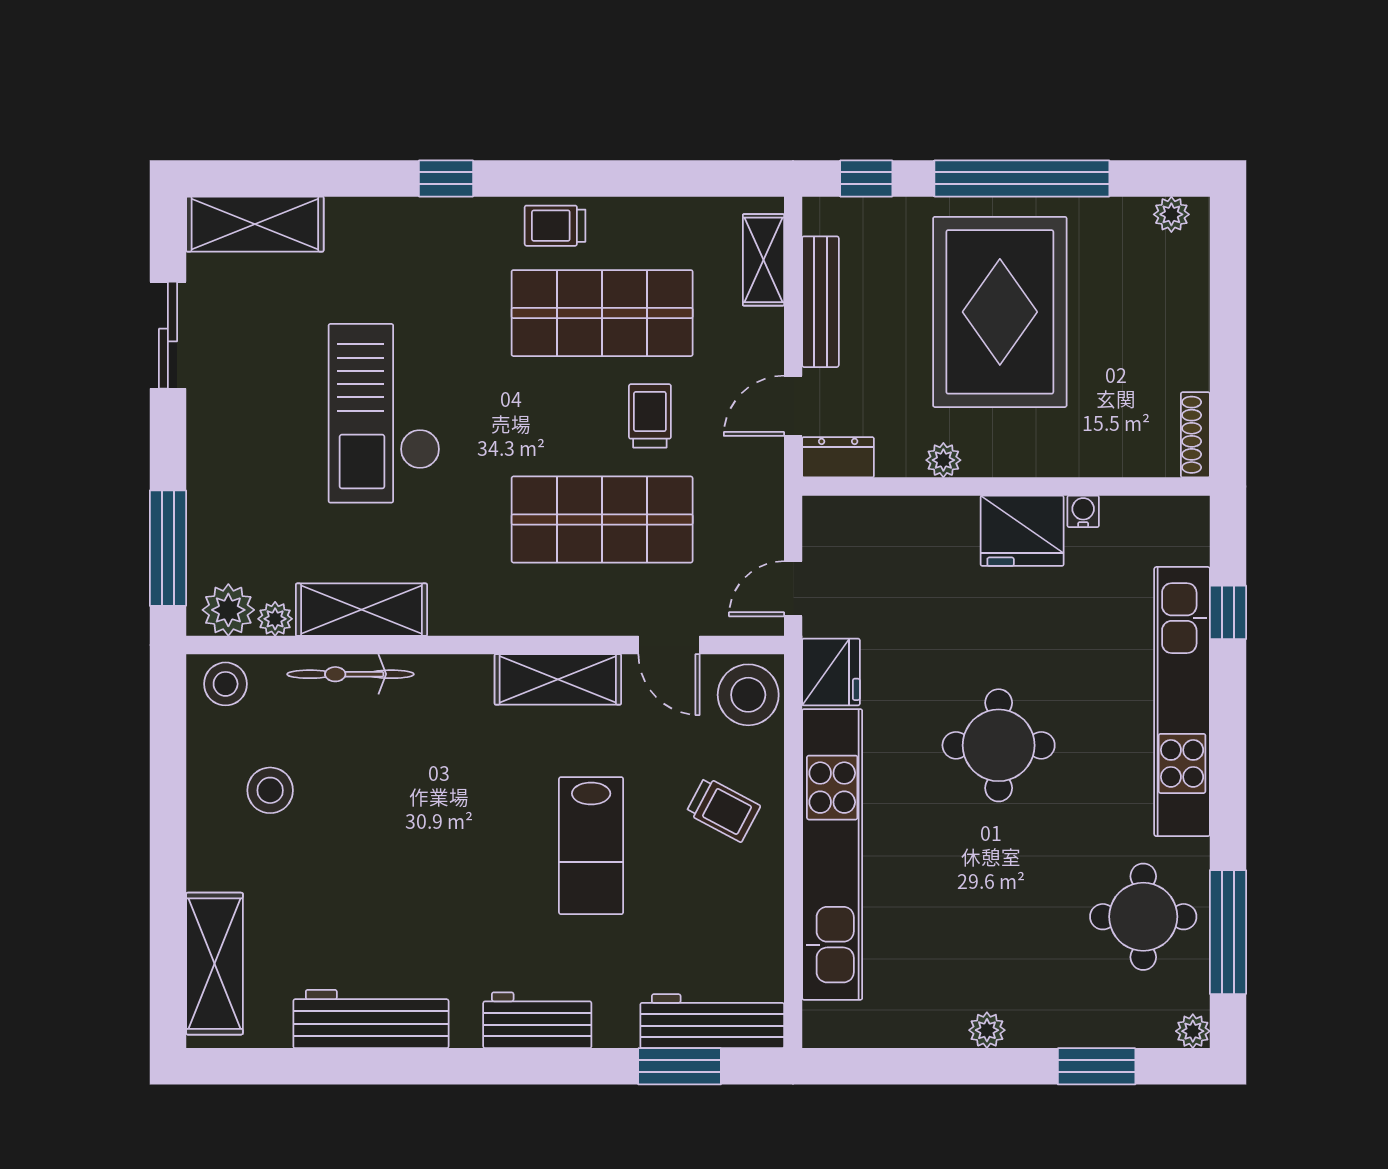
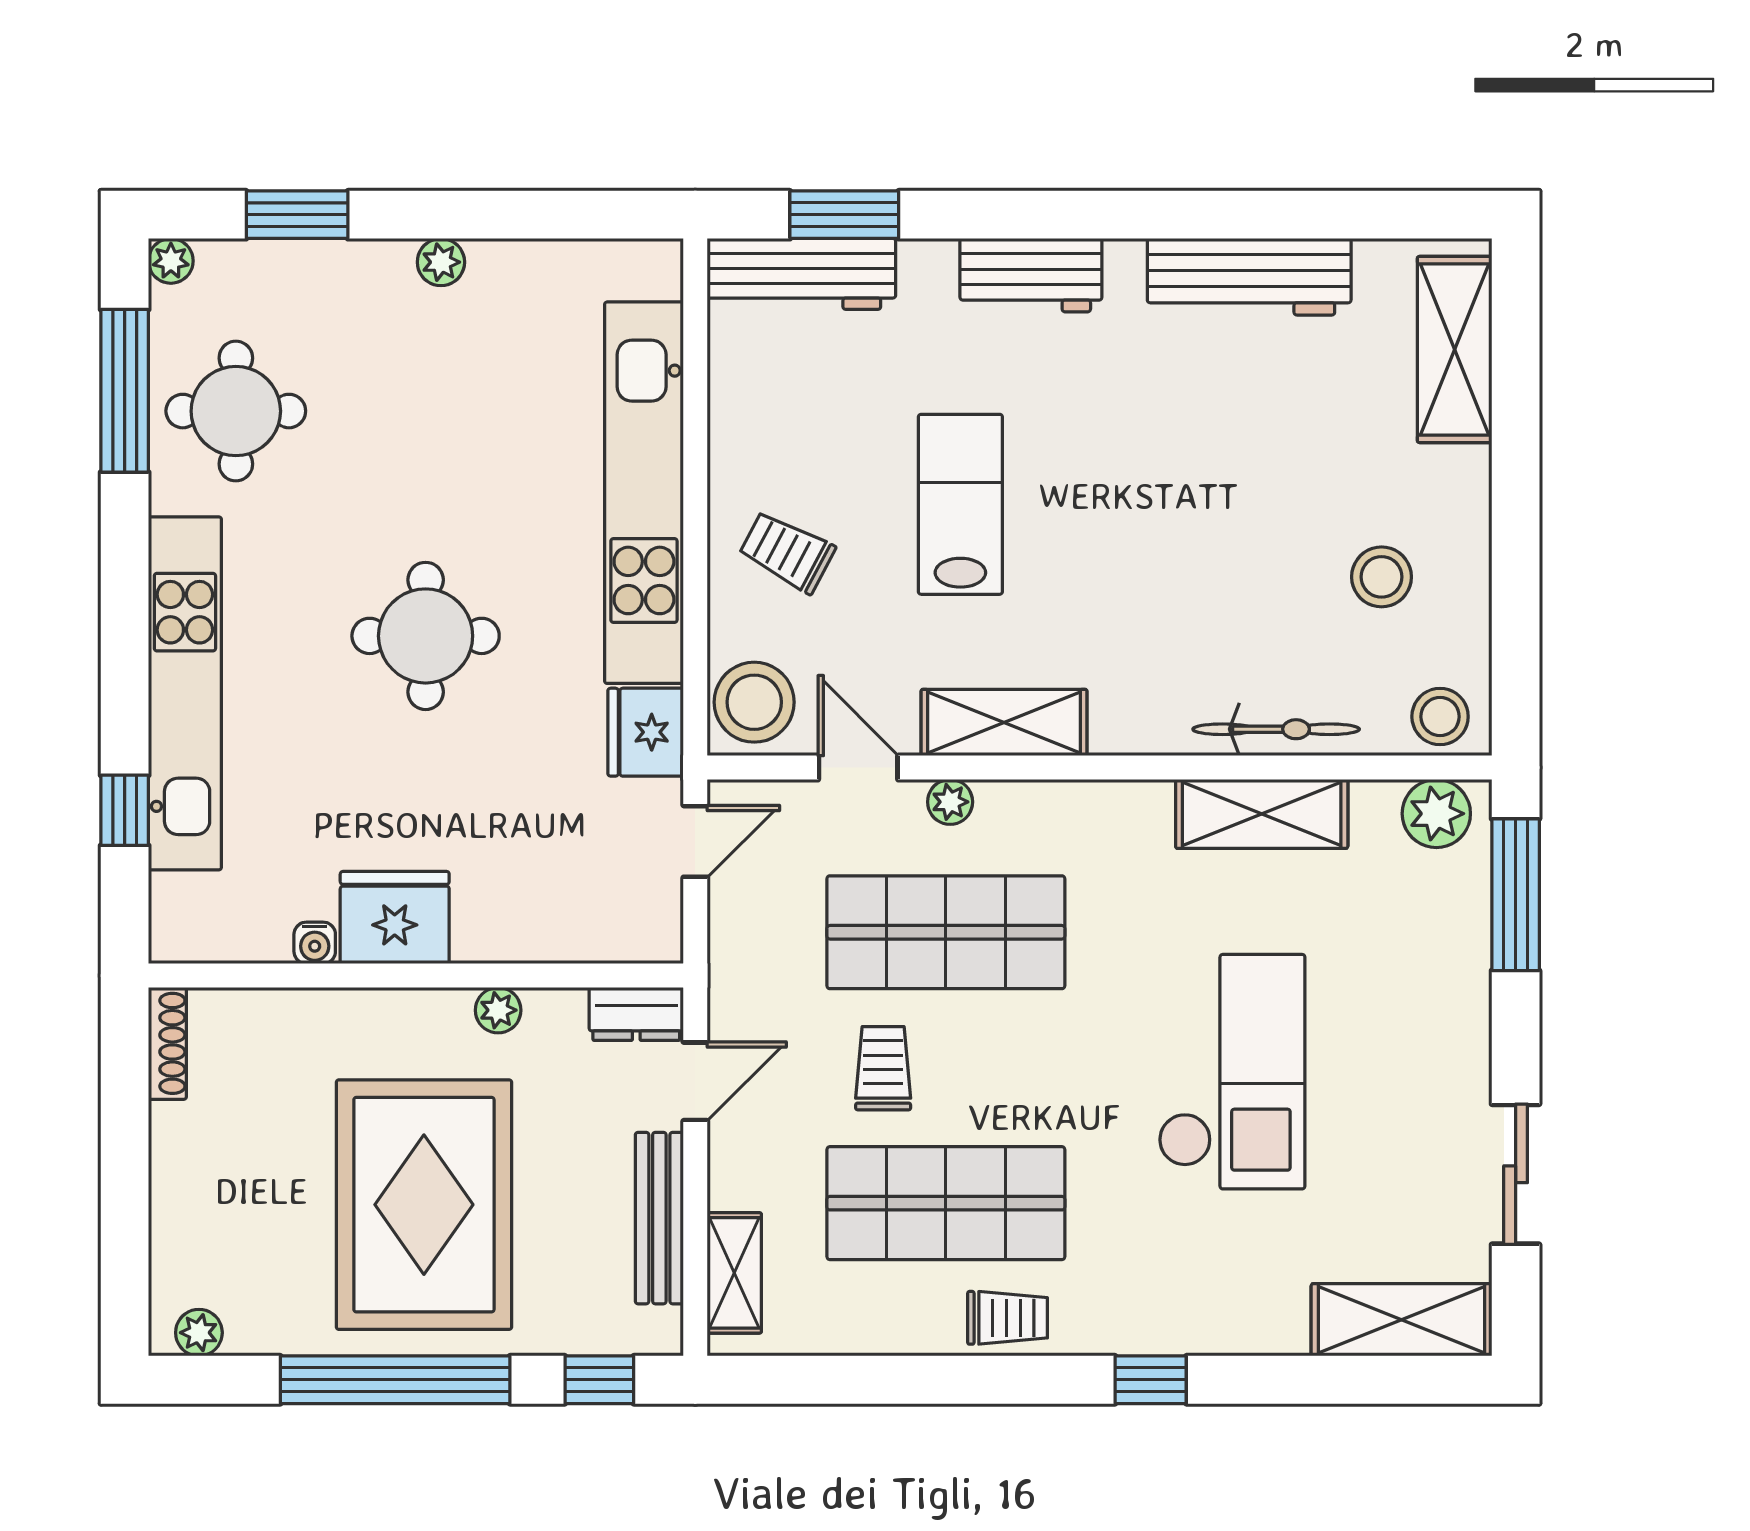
trolley: (650, 416) -> (883, 1068), turned 180
plant: (275, 619) -> (950, 802), moved

